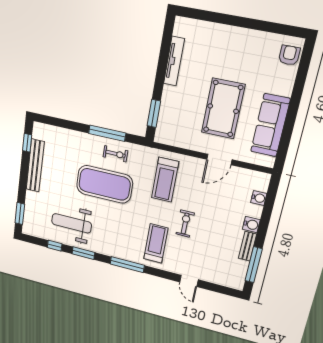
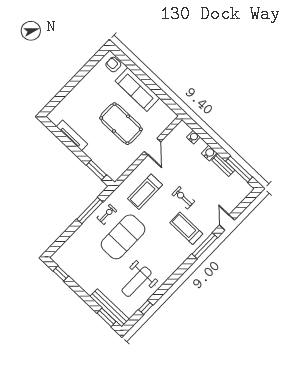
sofa: (270, 125) -> (137, 89), moved
bench: (35, 166) -> (110, 308), moved
treadmill: (165, 180) -> (145, 192), turned 90
window: (83, 253) -> (164, 288), removed
window: (127, 265) -> (205, 246), moved
door: (189, 281) -> (227, 222), swing flipped

